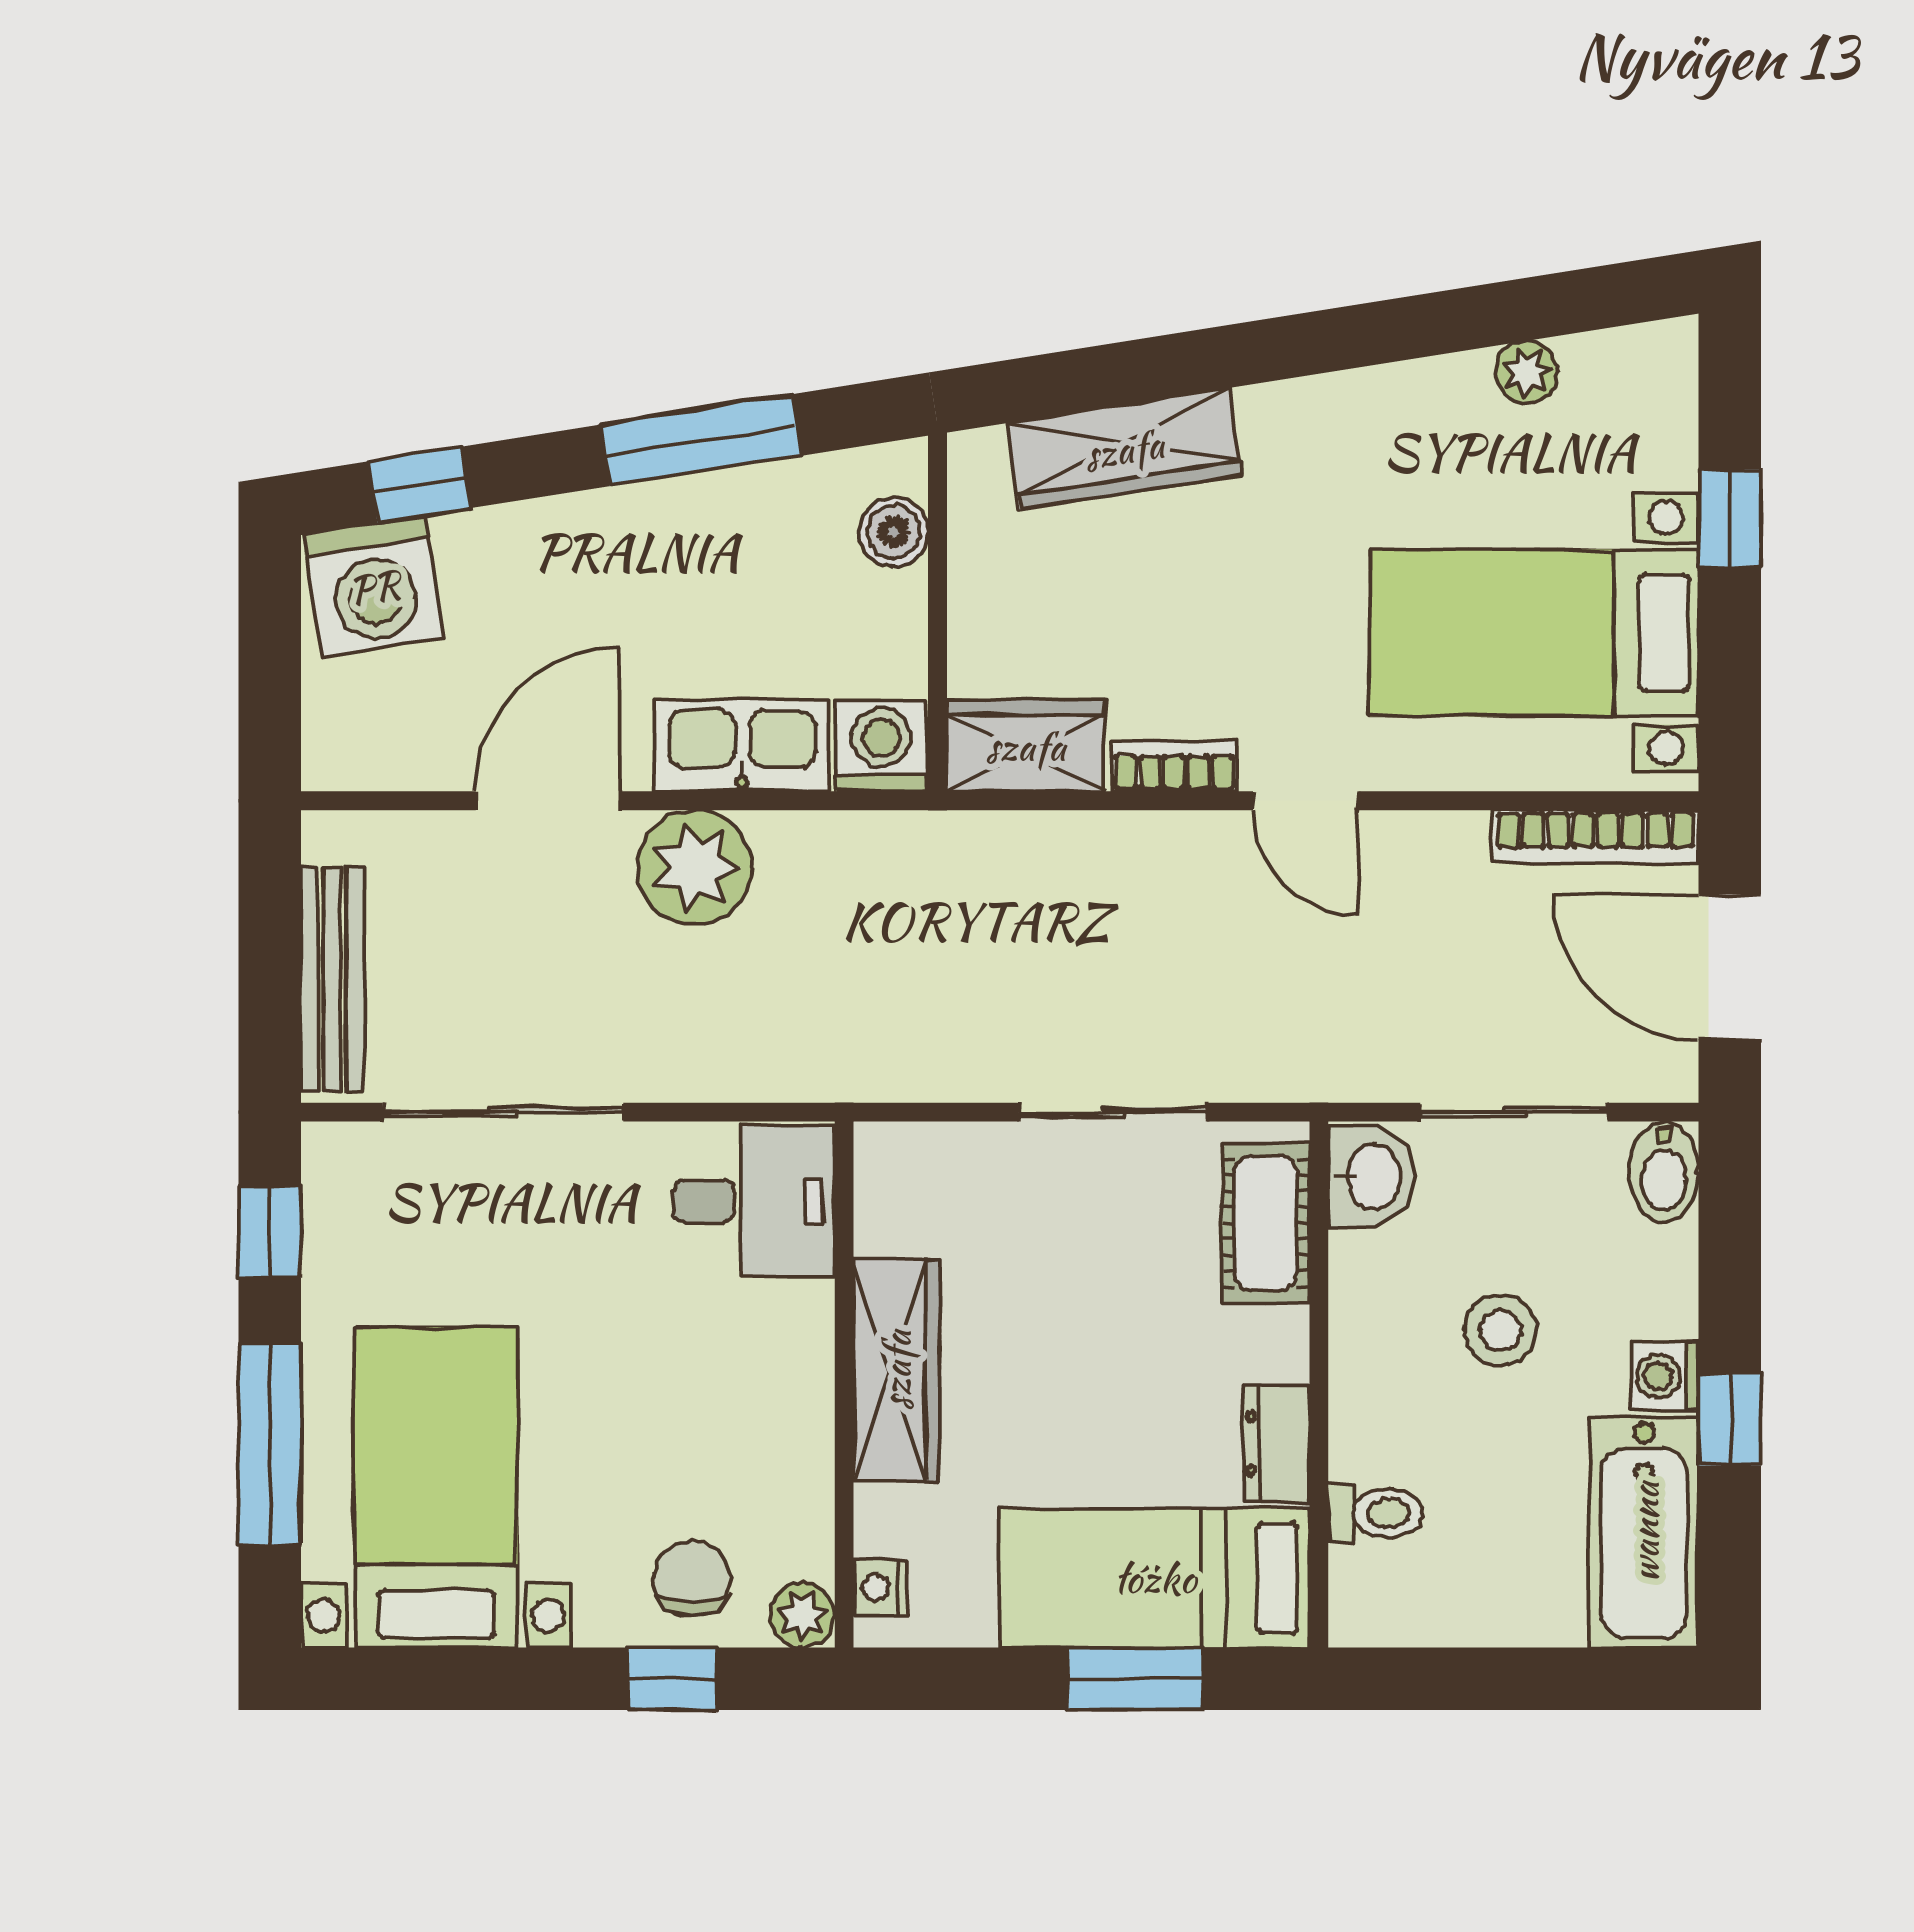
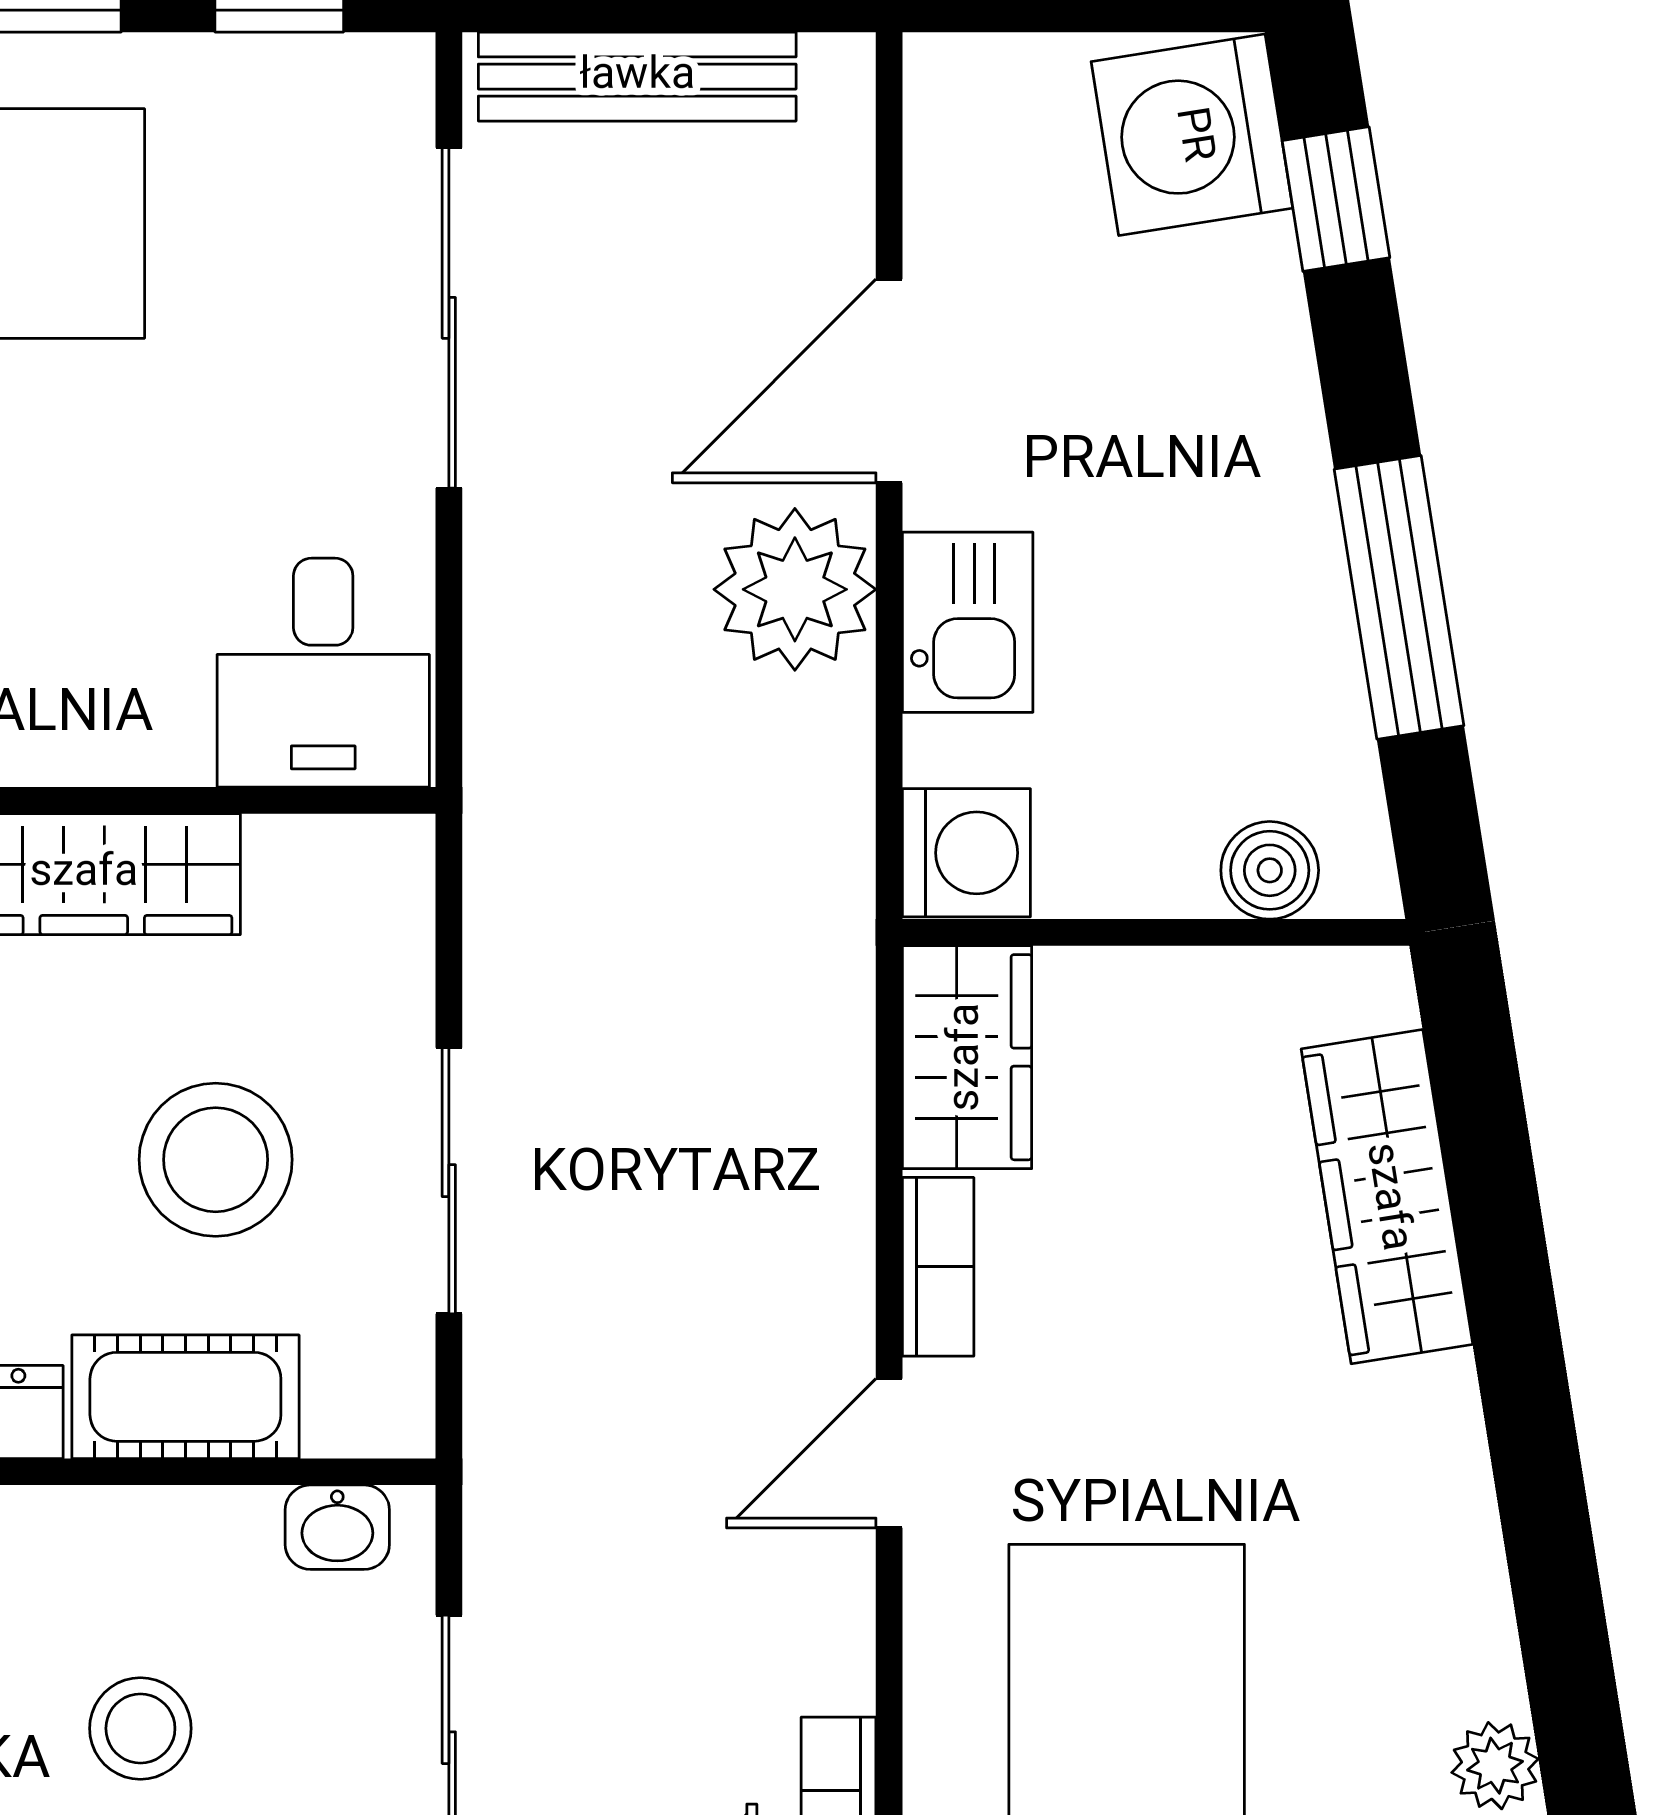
kitchen sink: (742, 745) -> (968, 622), width x0.73
door: (548, 801) -> (889, 381), swing flipped
washbasin: (1371, 1177) -> (337, 1527), width x0.72, depth x0.69
cot: (1266, 1223) -> (185, 1397), moved
stool: (1098, 1277) -> (216, 1160), added

